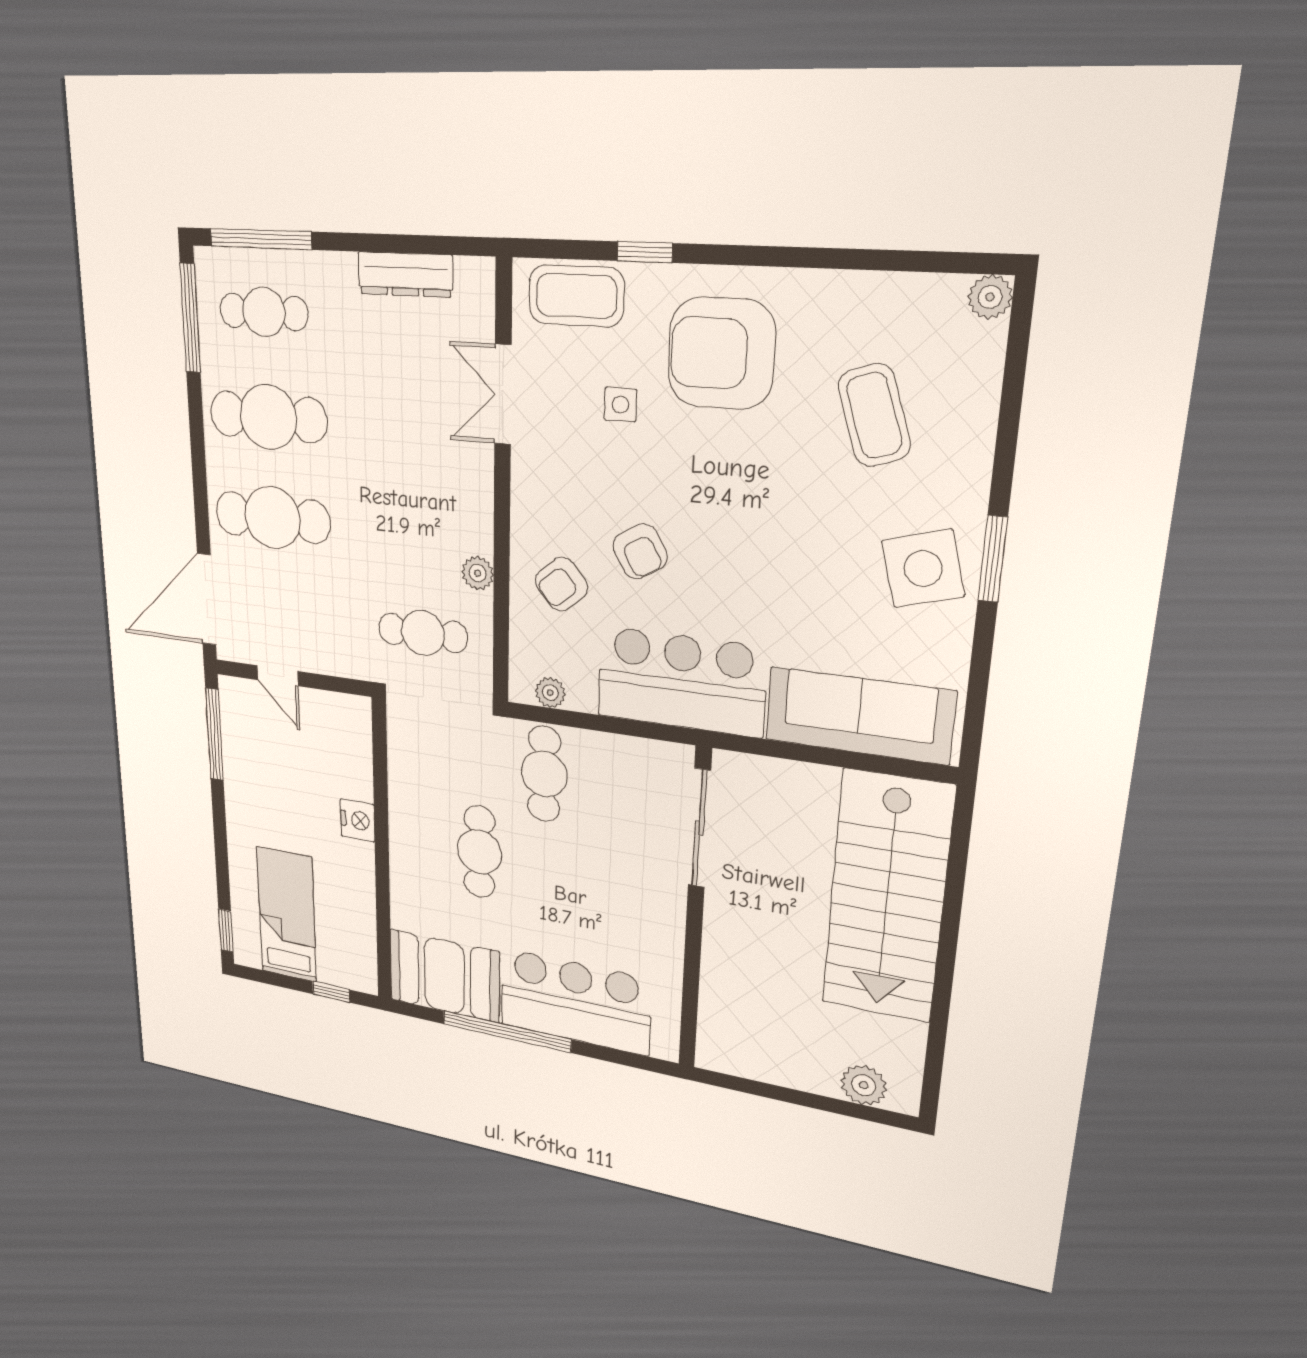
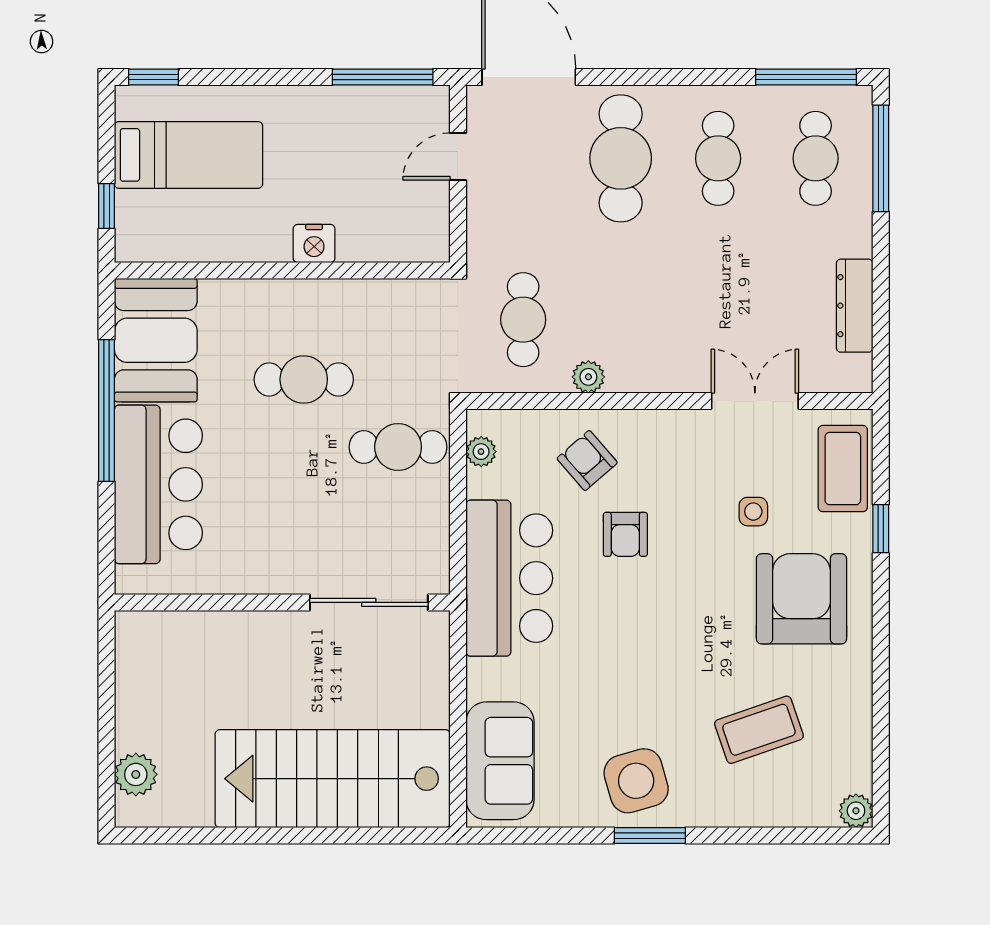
cafe table: (268, 417) -> (718, 158), width x0.73, depth x0.74
armchair: (640, 551) -> (625, 534), turned -60
sofa: (859, 716) -> (500, 761), width x0.73

